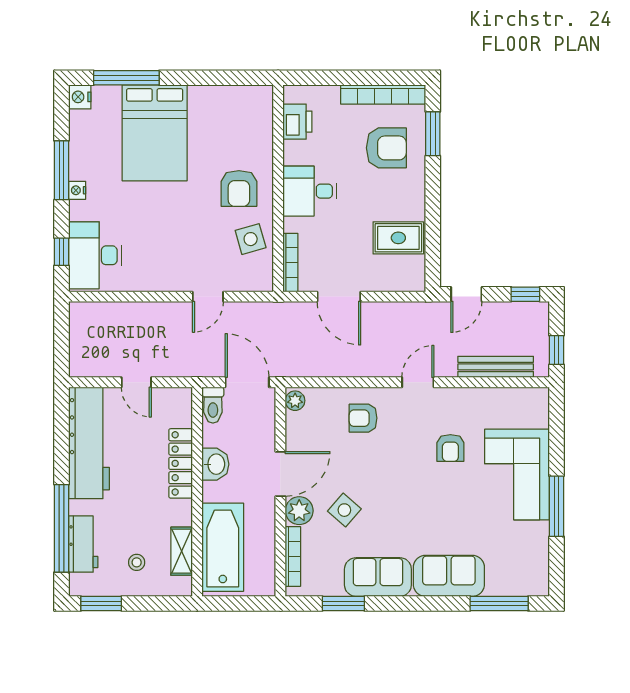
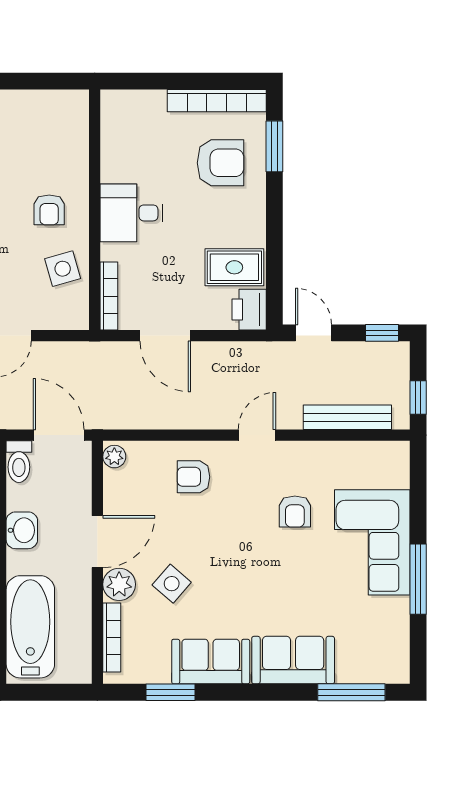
printer: (297, 122) -> (249, 310), moved, turned 180
armchair: (239, 188) -> (49, 210), width x0.72, depth x0.72
door: (466, 294) -> (313, 333), swing flipped

